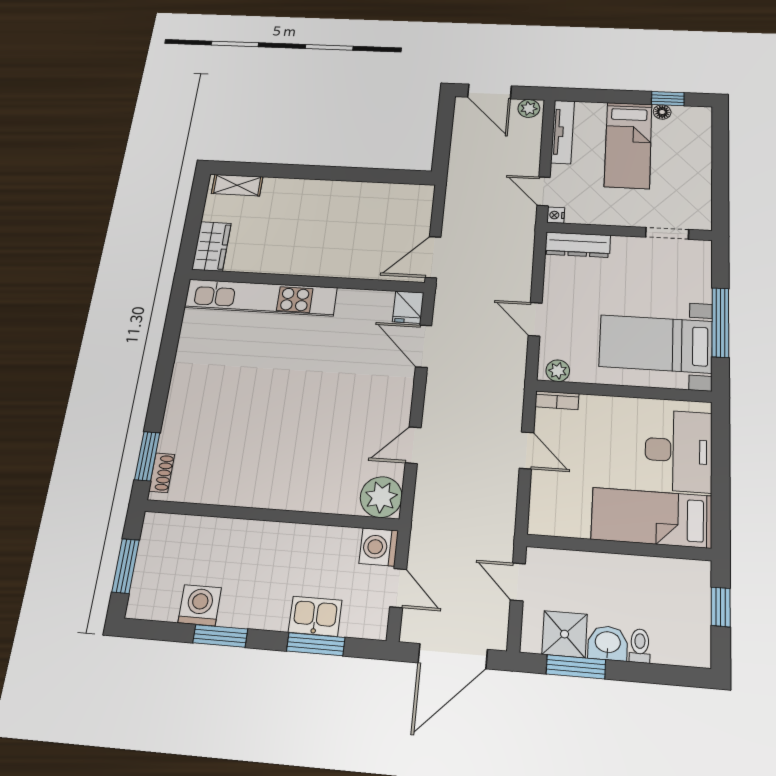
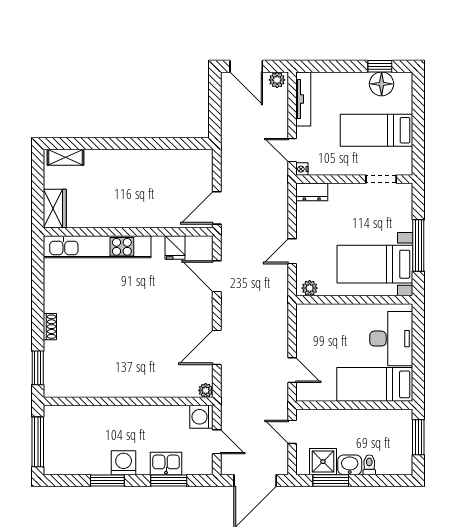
floor lamp: (662, 112) -> (382, 84), width x1.89, depth x1.89
bed: (628, 145) -> (377, 130), moved, turned 90
dresser: (578, 245) -> (312, 192), width x0.70
fridge: (408, 307) -> (175, 248), moved
door: (535, 319) -> (292, 251), hinge flipped
bookcase: (557, 400) -> (310, 309), removed
door: (413, 445) -> (217, 347), width x1.38
door: (526, 450) -> (292, 370), moved
shoe rack: (162, 473) -> (50, 327), moved
plant: (381, 497) -> (206, 390), width x0.53, depth x0.53
window: (126, 566) -> (38, 442), width x1.44
washing machine: (200, 605) -> (124, 463), moved
window: (721, 607) -> (418, 437), width x1.50

